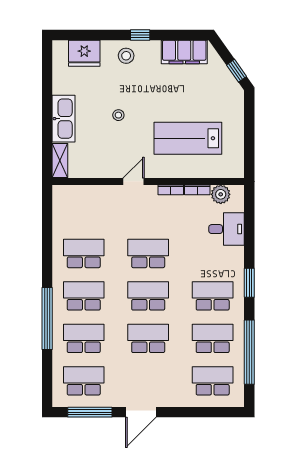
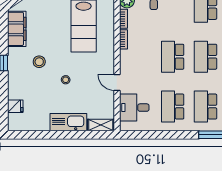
fridge: (84, 53) -> (15, 106), width x0.53, depth x0.75
stool: (126, 56) -> (39, 62), moved
door: (134, 181) -> (117, 82), moved
desk: (82, 204) -> (134, 108), added

